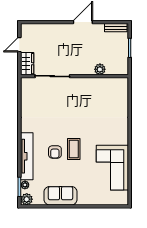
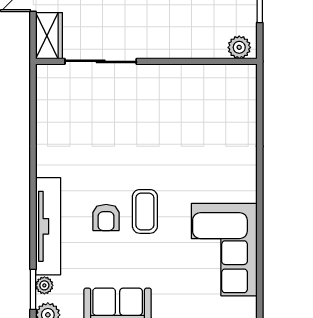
plant: (100, 69) -> (239, 47), moved

